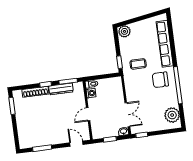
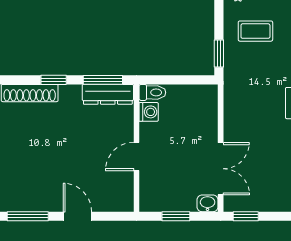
coffee table: (138, 64) -> (255, 31), moved
dresser: (61, 89) -> (108, 94), moved
door: (76, 144) -> (77, 216), moved

